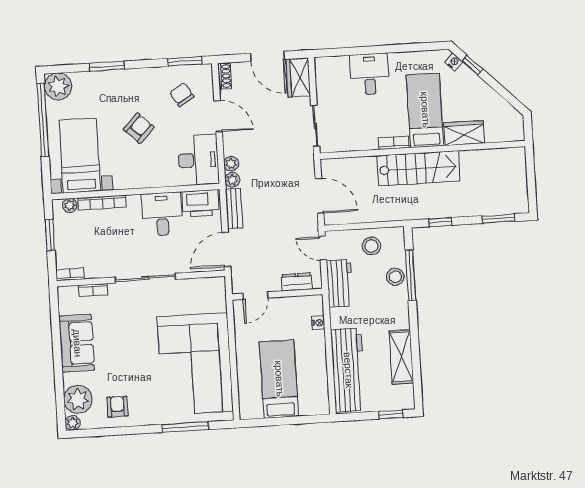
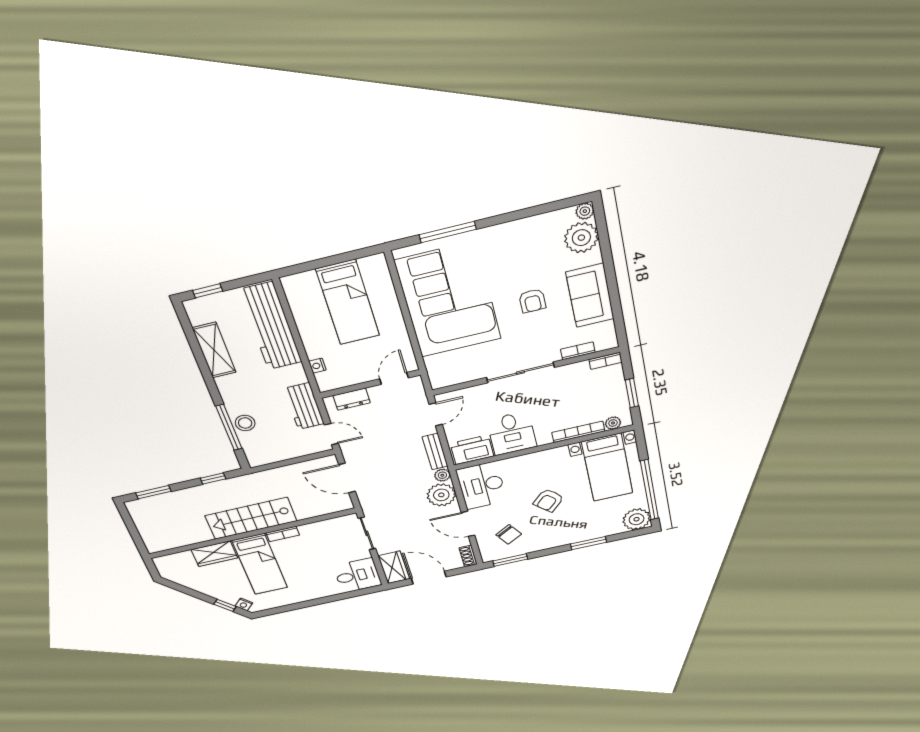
desk: (370, 74) -> (357, 575), moved, turned -90
plant: (231, 164) -> (441, 495), width x1.88, depth x1.88
stool: (371, 246) -> (279, 445), removed
door: (226, 250) -> (436, 414), width x0.73
armchair: (117, 407) -> (532, 301), moved

